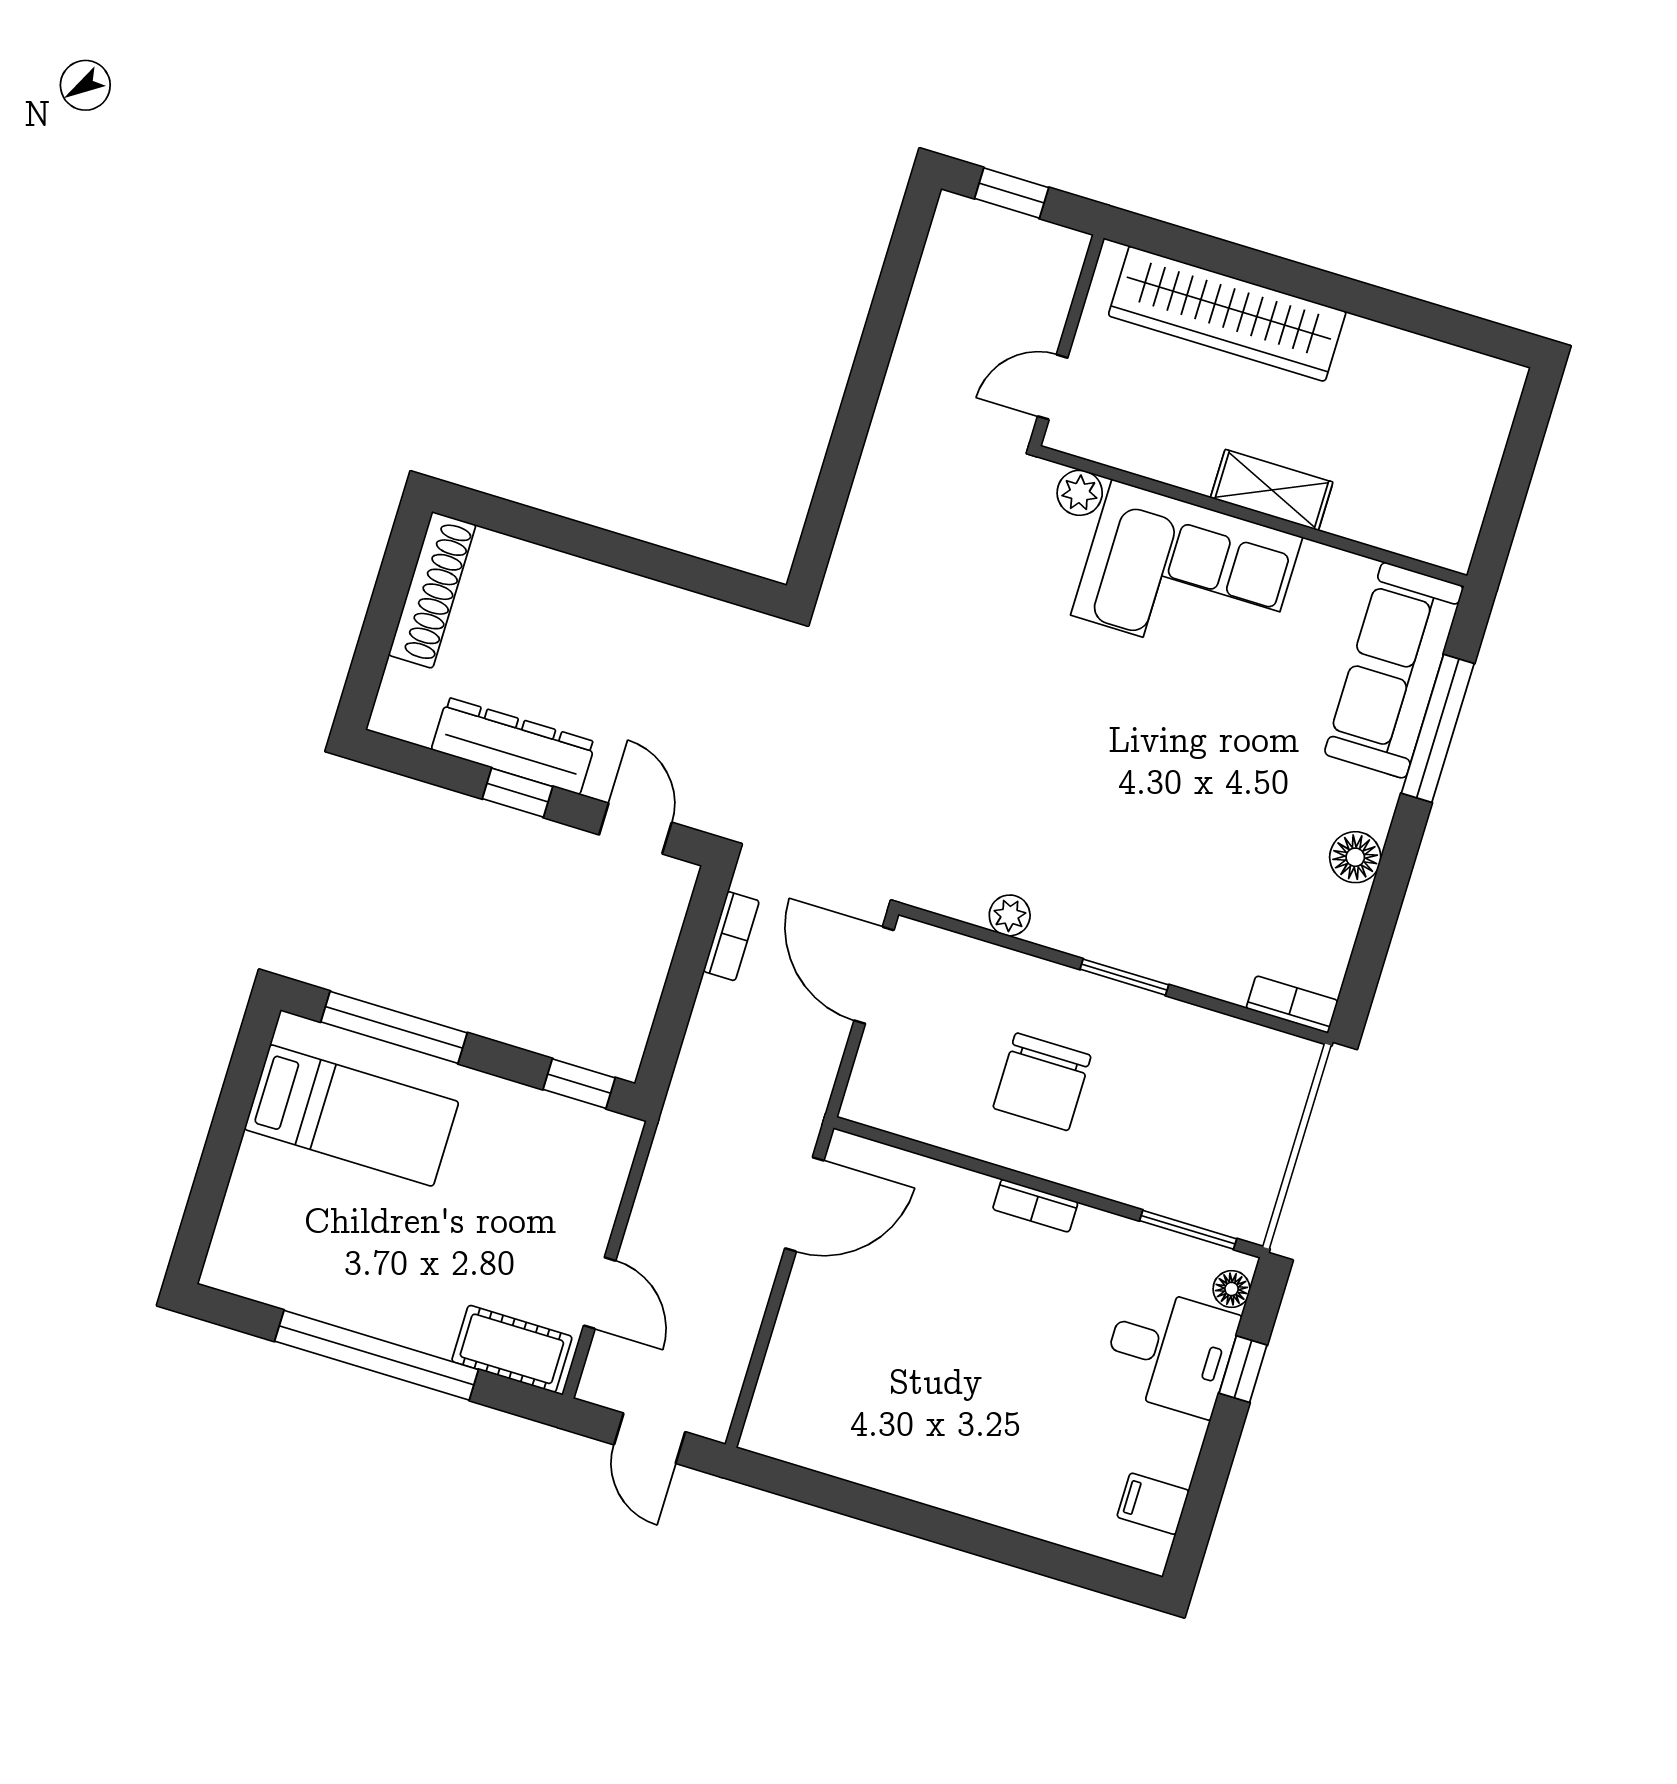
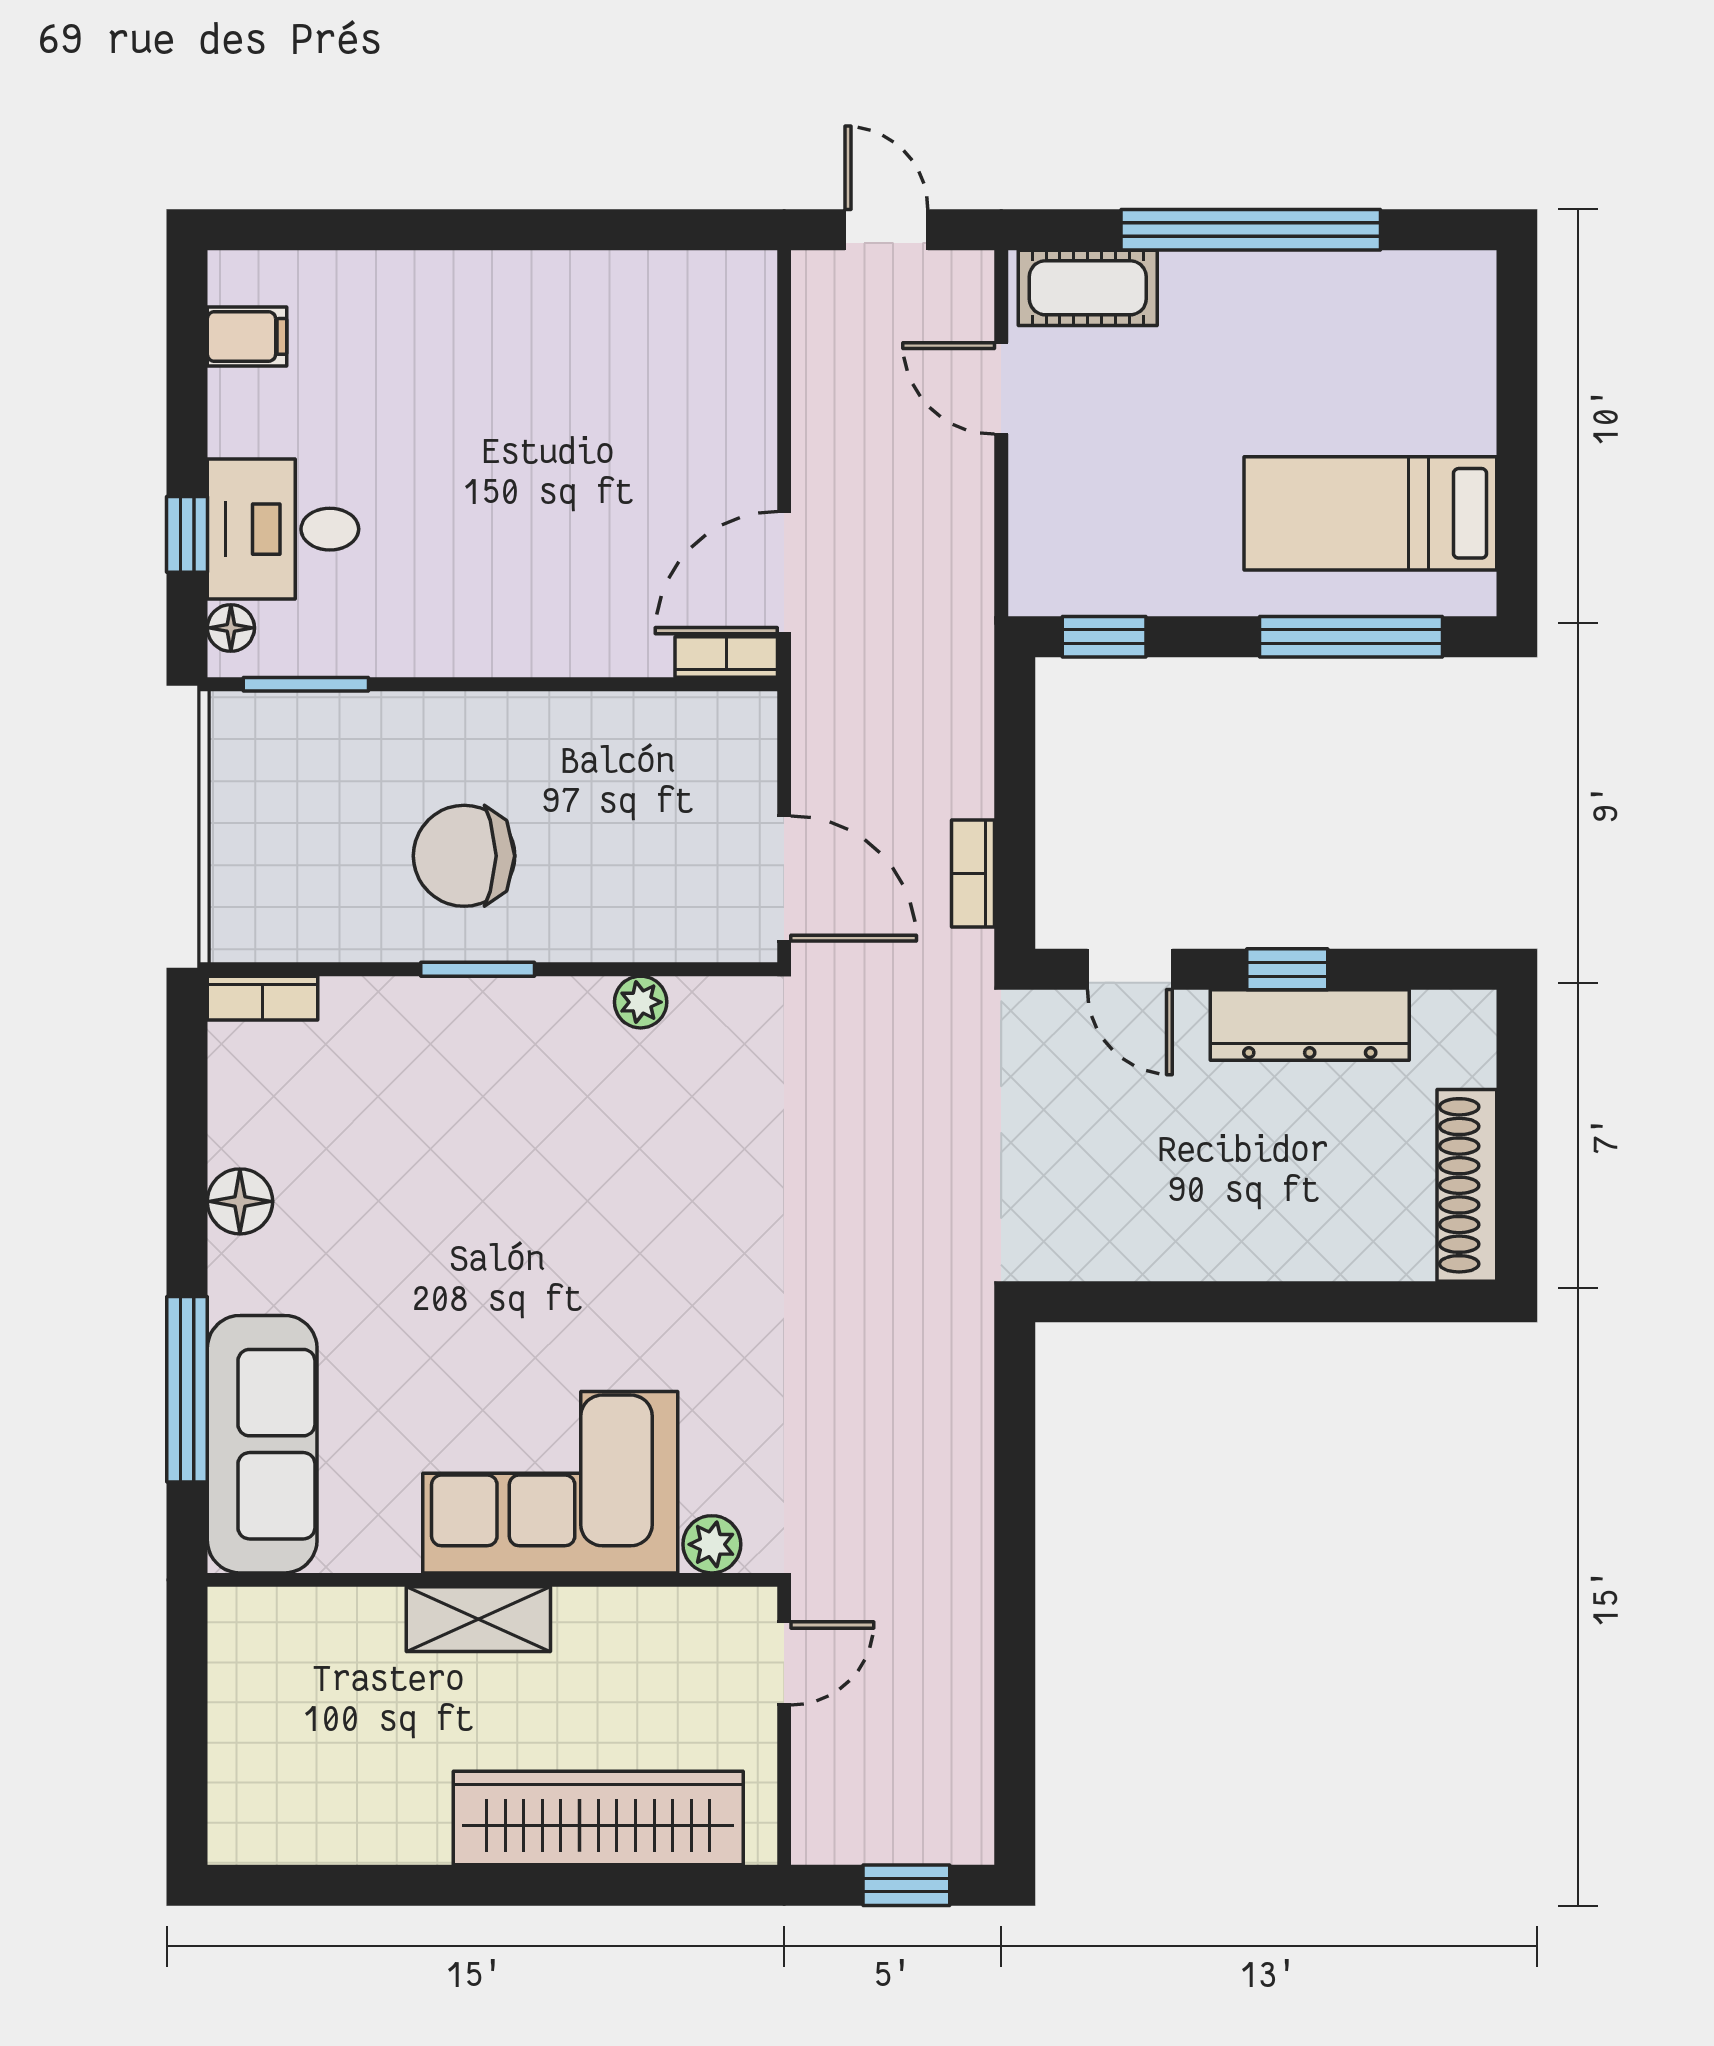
chair: (1042, 1082) -> (464, 856), moved, turned -90
bookcase: (1035, 1206) -> (726, 657), moved

